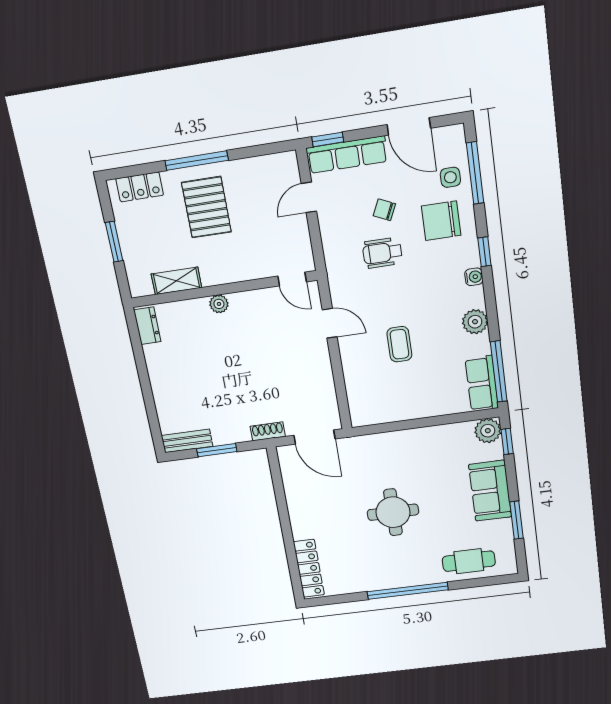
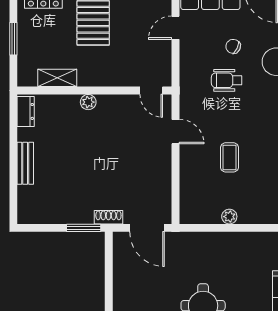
plant: (409, 412) -> (229, 217), added
bench: (187, 441) -> (25, 163), moved, turned 90
window: (217, 450) -> (84, 228), moved

